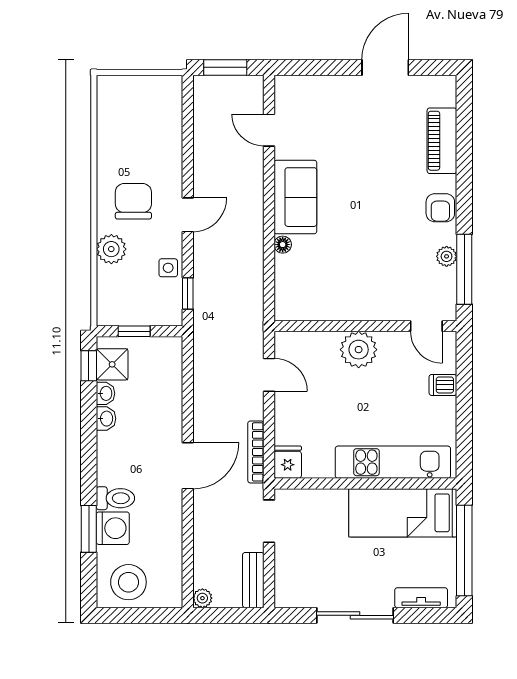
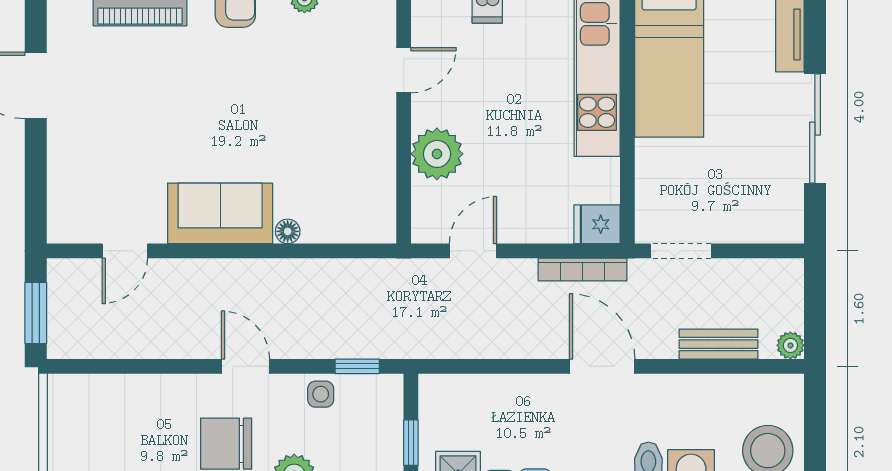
door: (426, 326) -> (404, 70), moved
plant: (359, 350) -> (437, 154), moved
bench: (253, 580) -> (719, 344), moved

